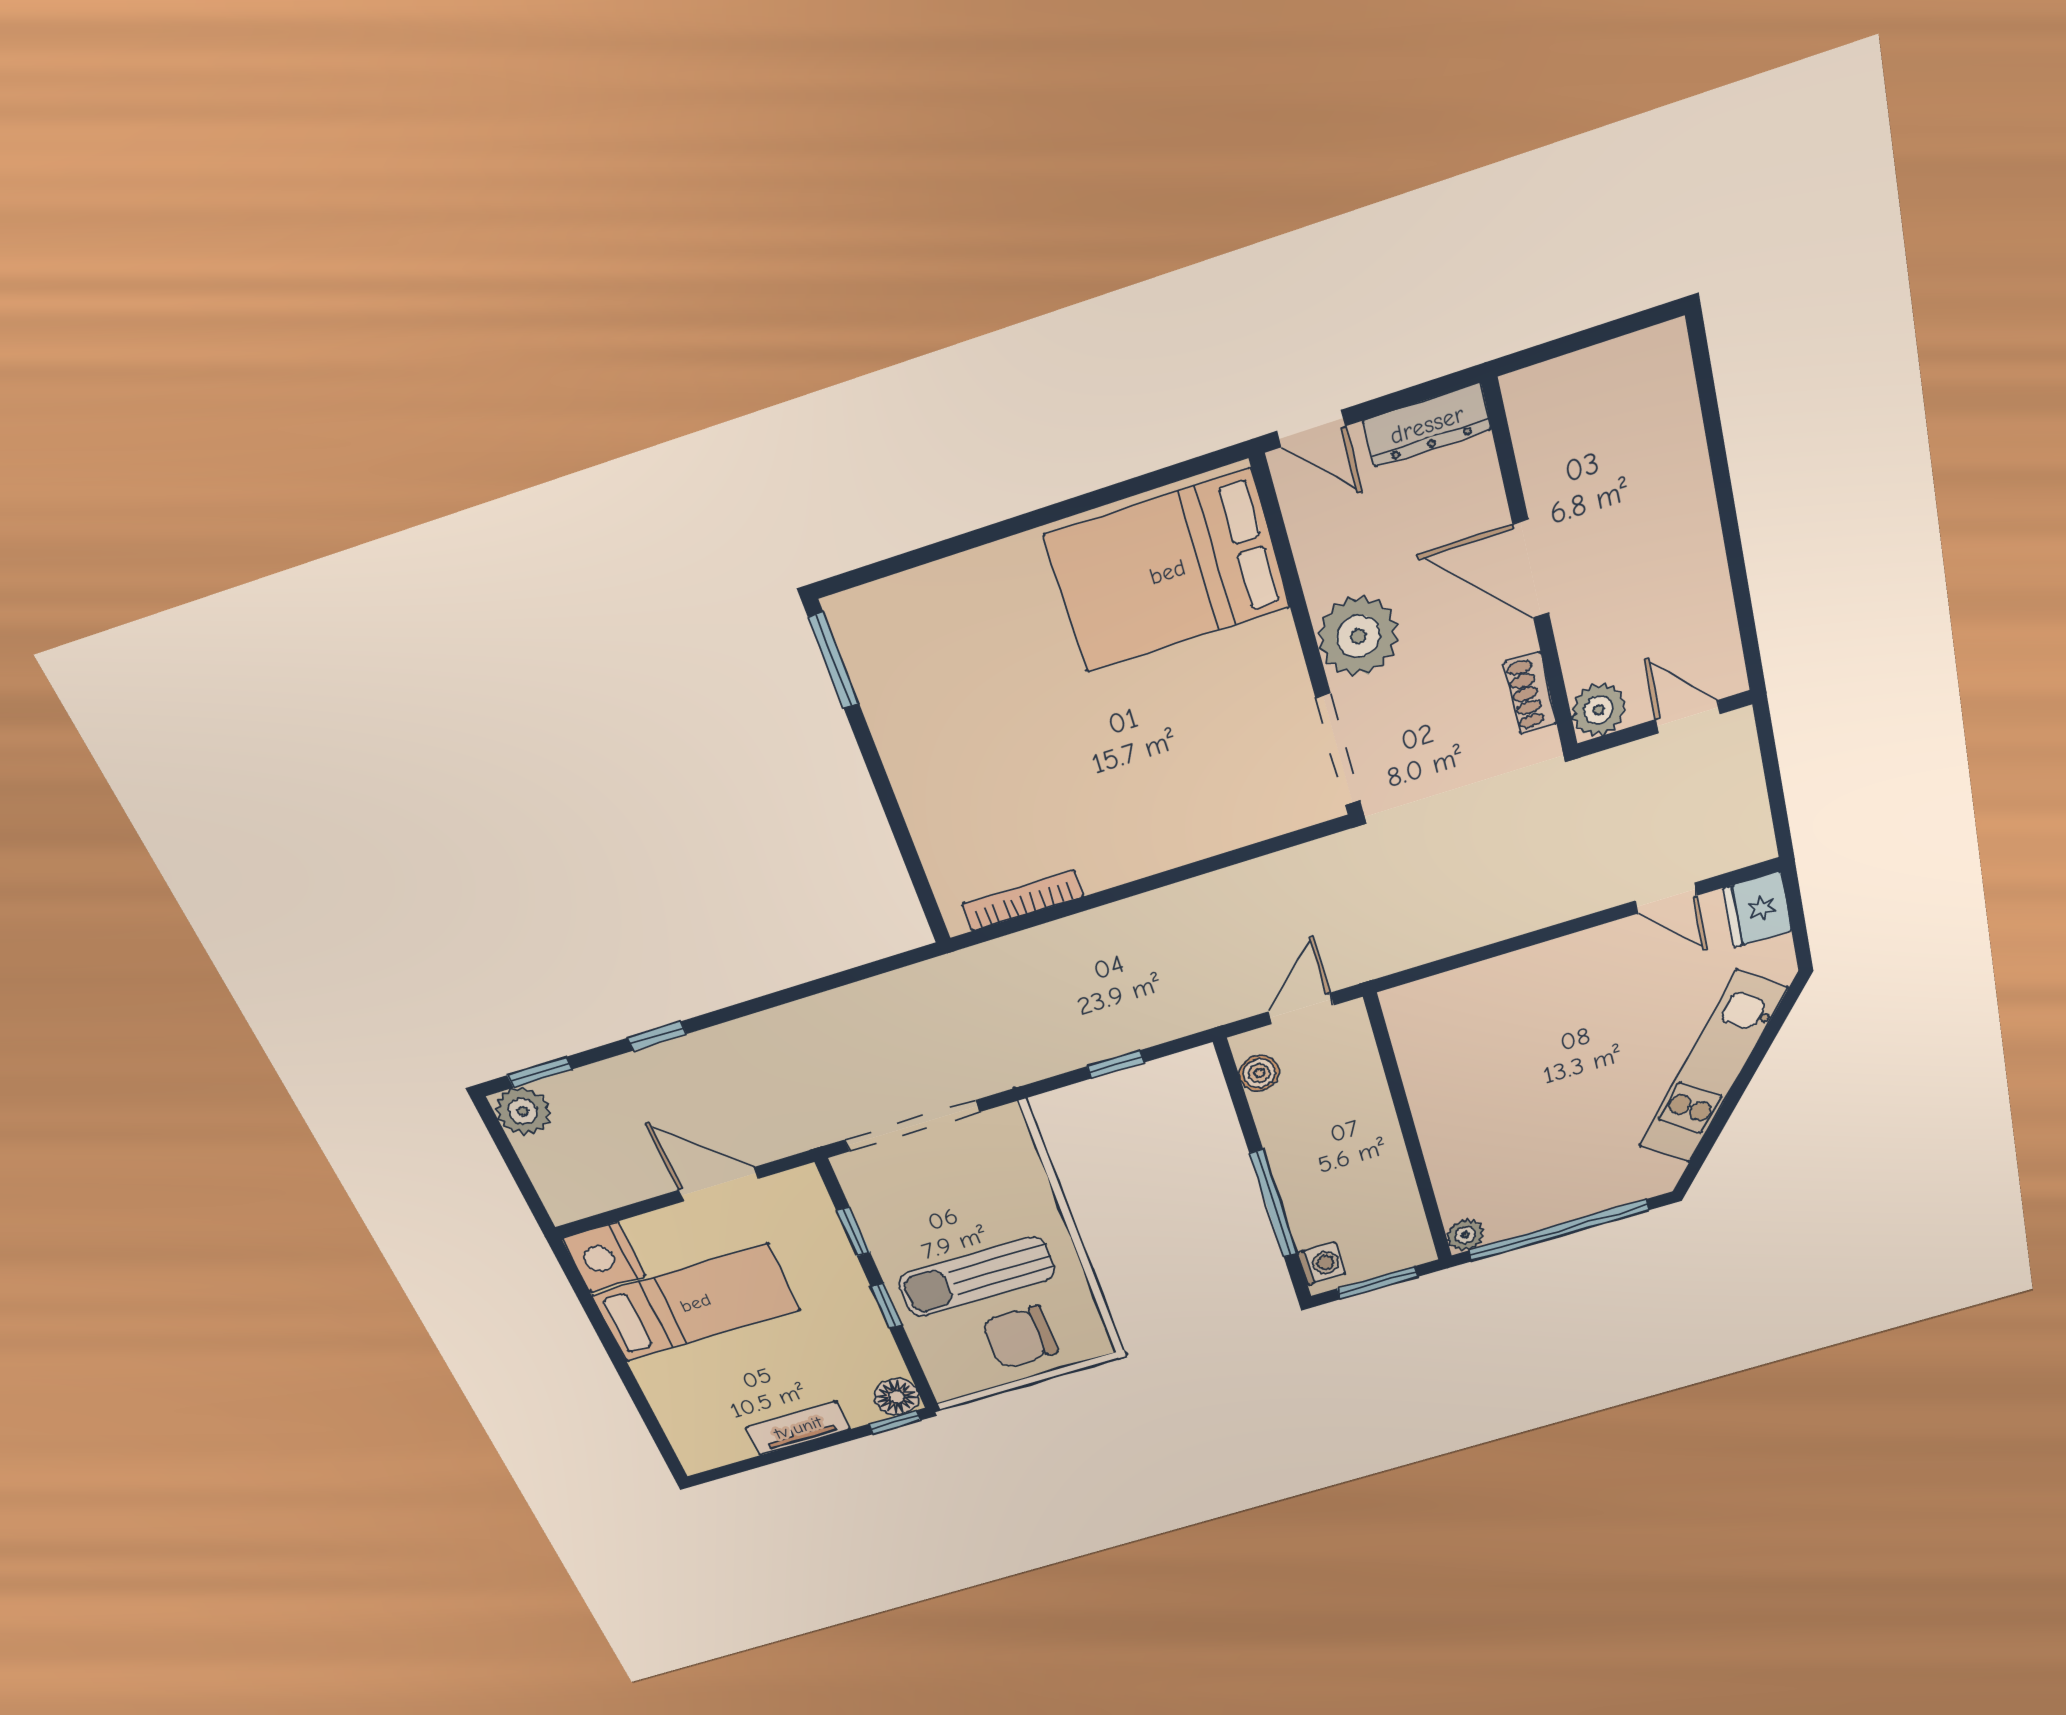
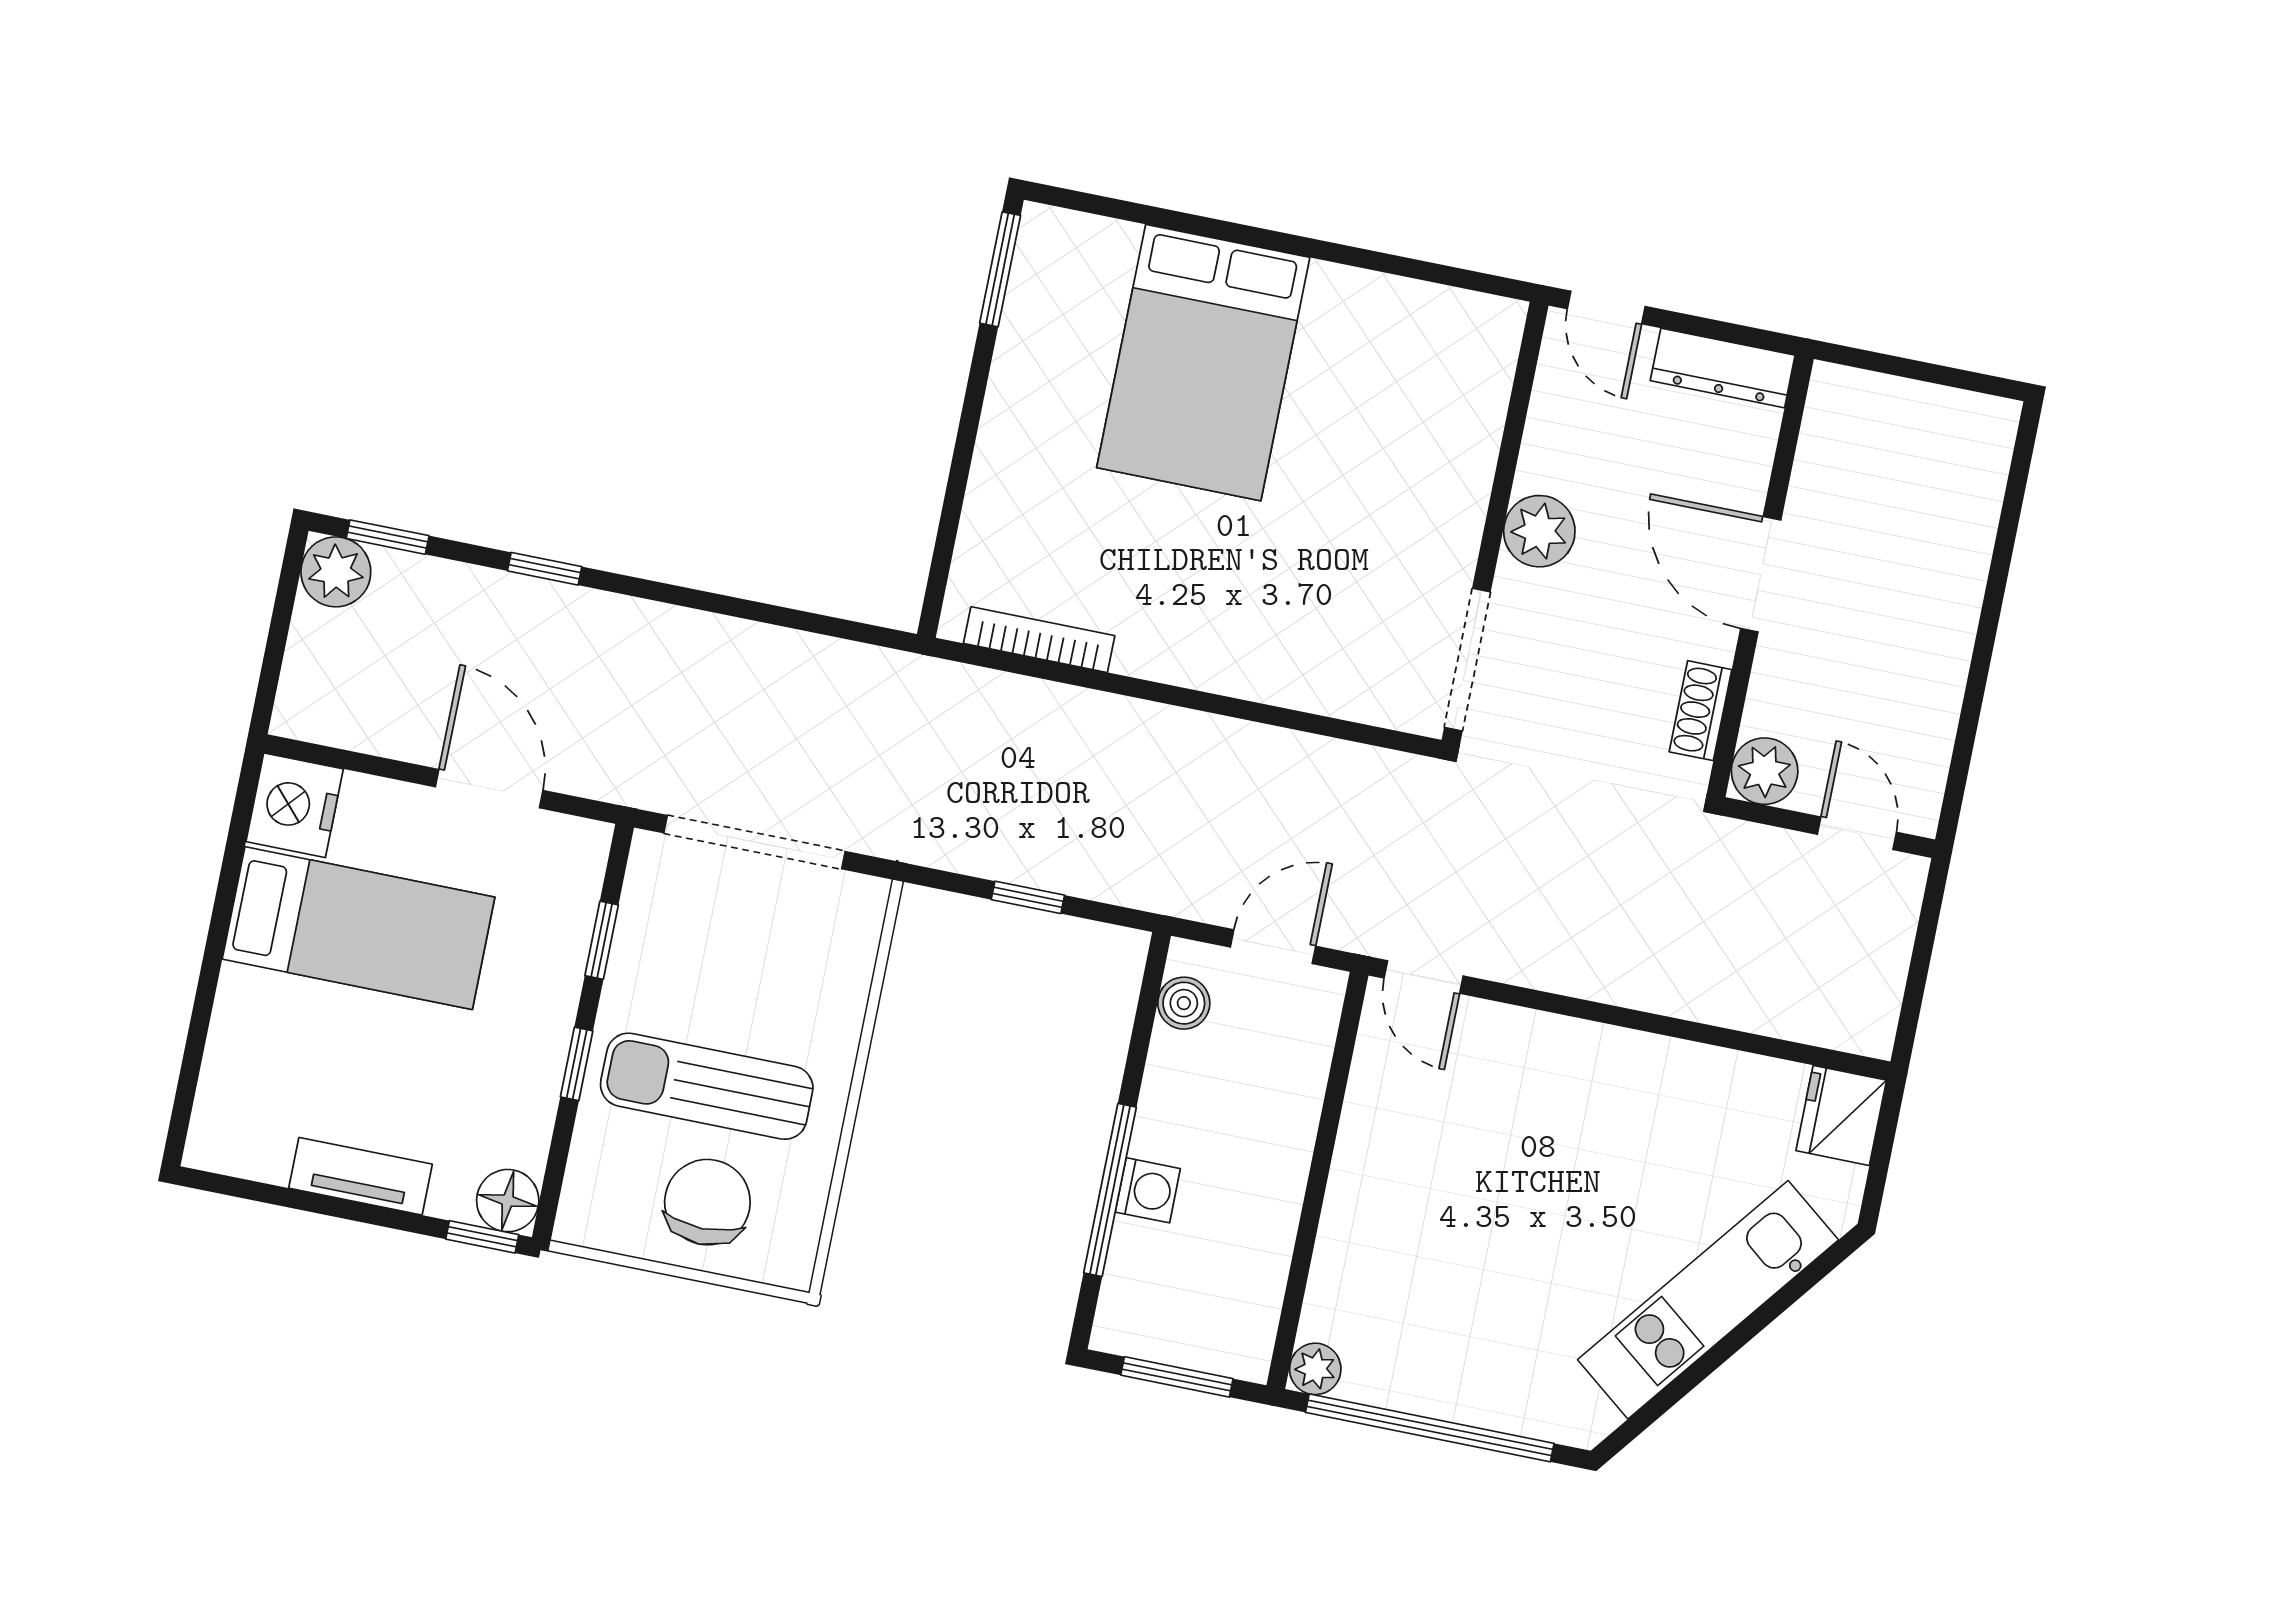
bed: (1168, 572) -> (1203, 363), moved, turned -90
plant: (1358, 636) -> (1539, 531), width x0.73, depth x0.73
door: (1666, 898) -> (1424, 977), moved
washing machine: (1322, 1264) -> (1148, 1190), moved
chair: (1020, 1337) -> (707, 1202), turned 90

